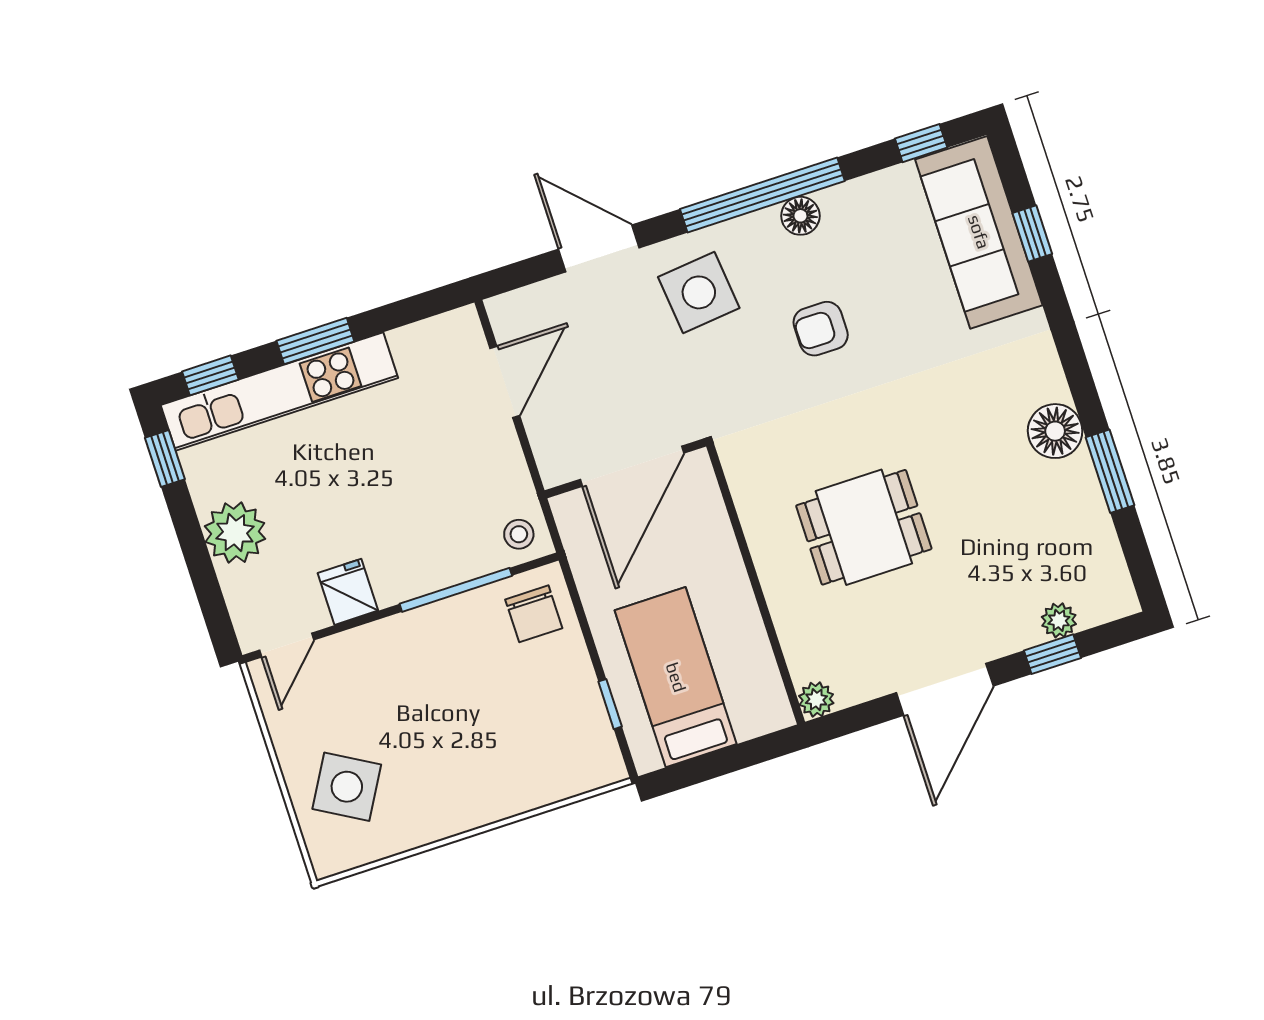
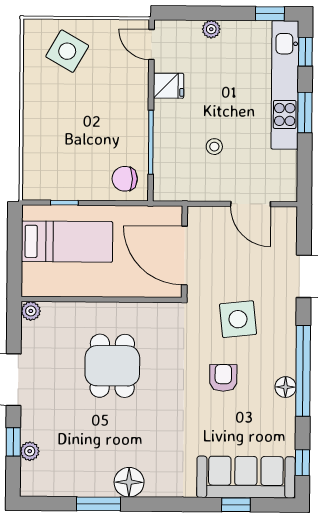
side table: (699, 292) -> (238, 319), moved
plant: (235, 533) -> (211, 29), width x0.53, depth x0.53
stool: (519, 534) -> (214, 147), moved

